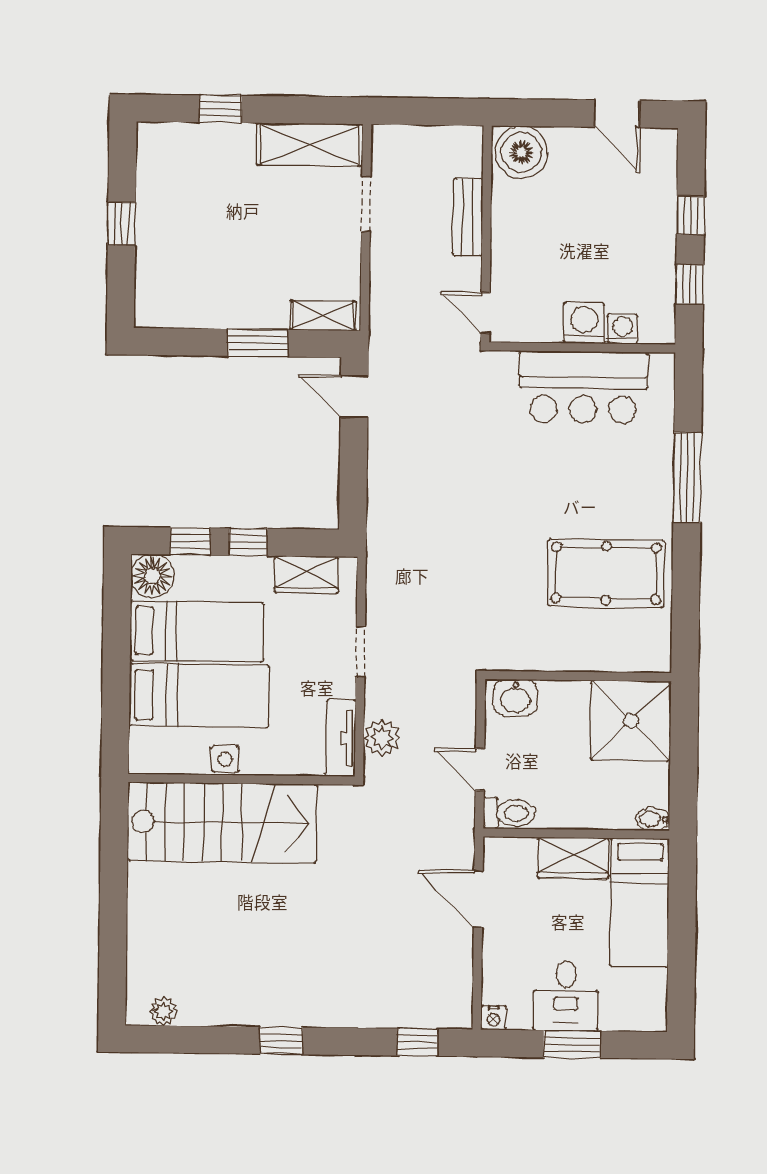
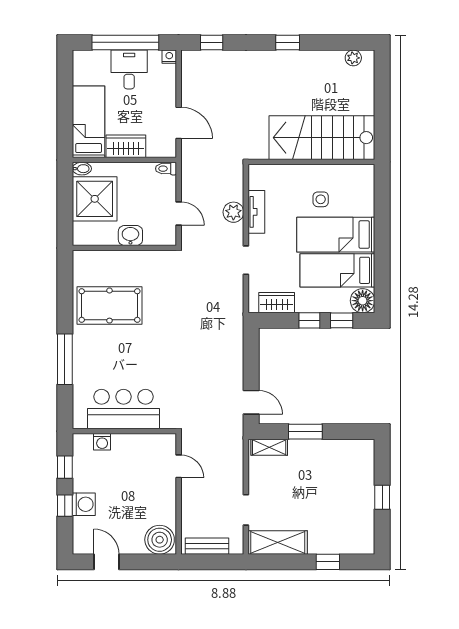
bench: (468, 217) -> (207, 546), moved, turned 90
door: (485, 313) -> (179, 466), moved
washing machine: (584, 323) -> (84, 504), moved, turned -90
washbasin: (515, 698) -> (130, 235), moved
shower: (631, 721) -> (95, 199), moved
door: (480, 769) -> (179, 213), moved
wall: (242, 779) -> (311, 162), moved
toilet: (509, 813) -> (166, 169), width x0.73, depth x0.72
stairs: (222, 822) -> (322, 138), moved
window: (572, 1044) -> (125, 42), width x2.11

